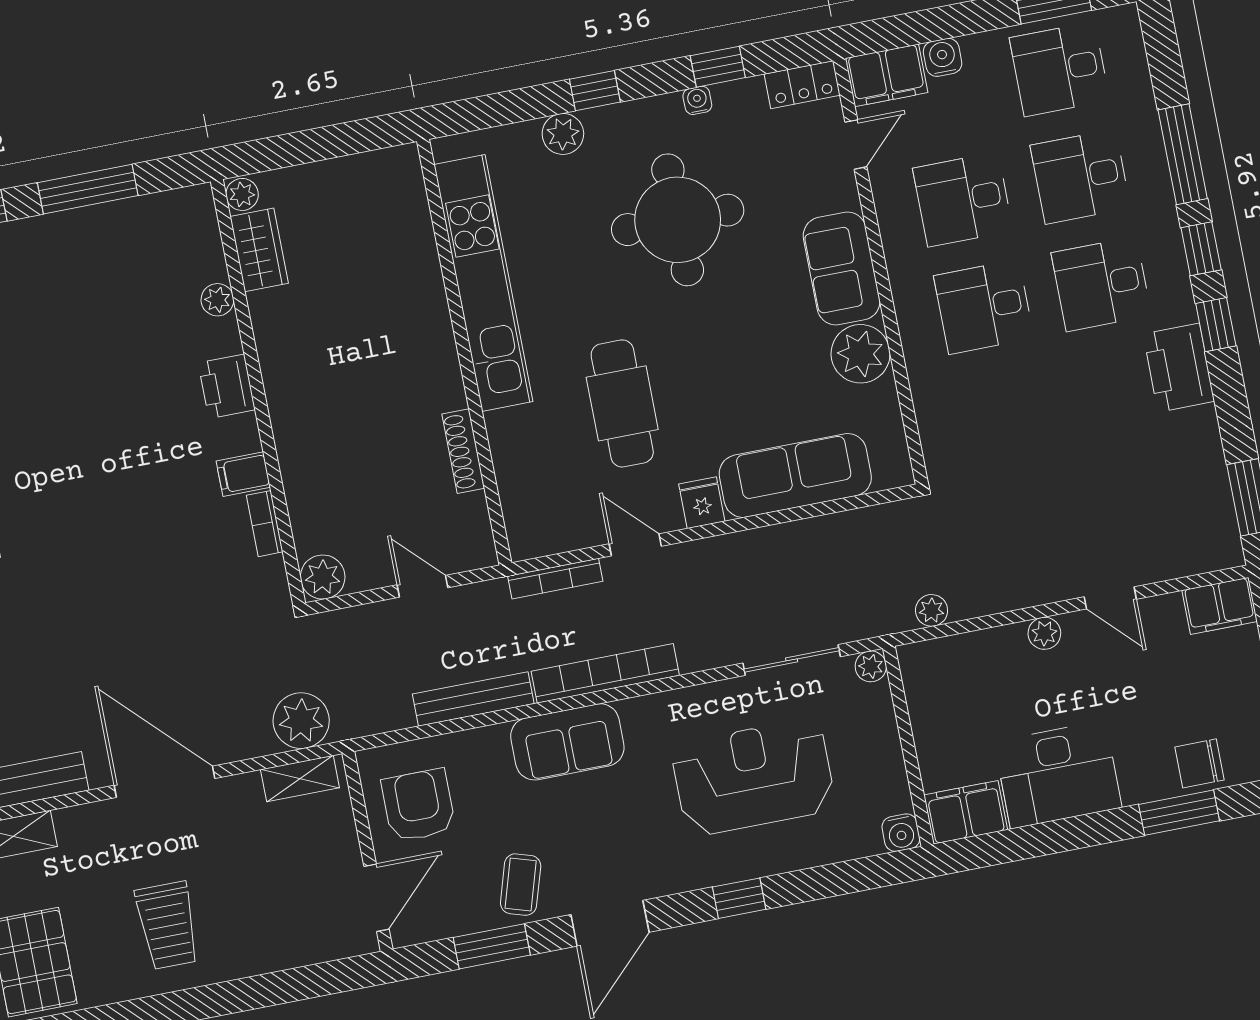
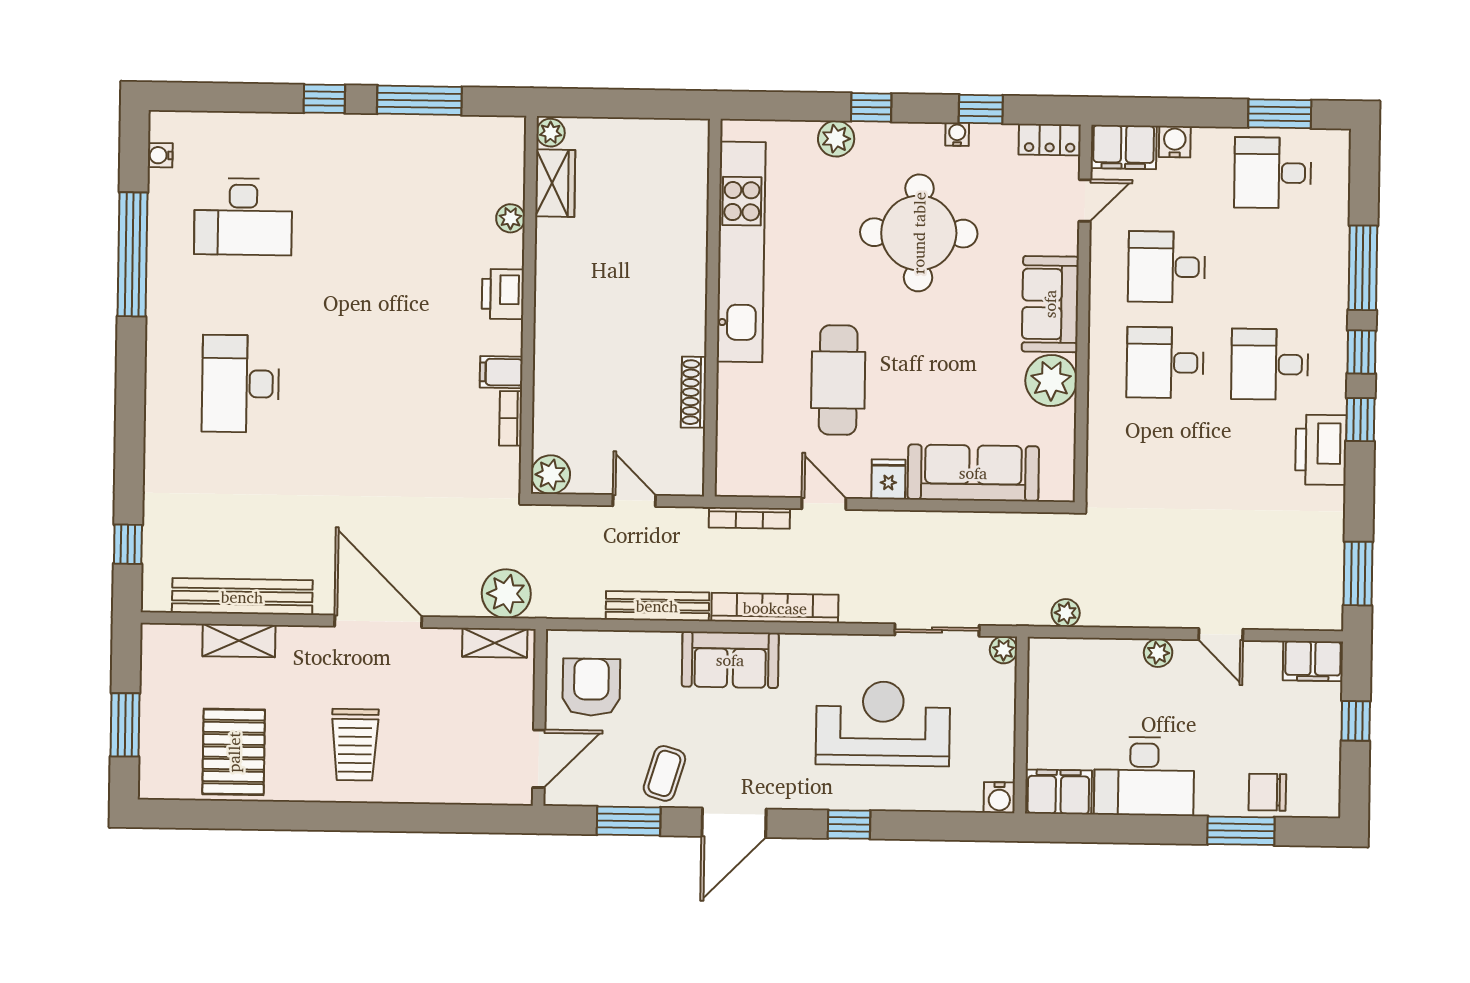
desk: (1080, 177) -> (1271, 269), removed

